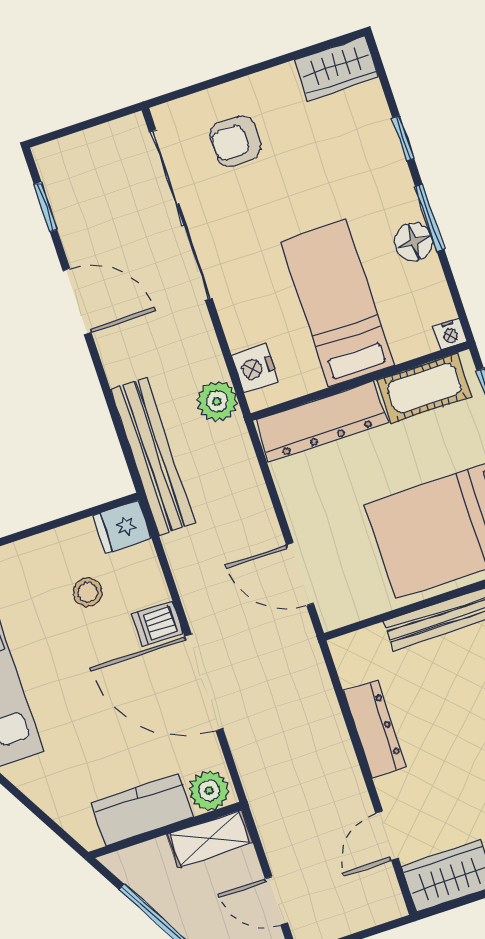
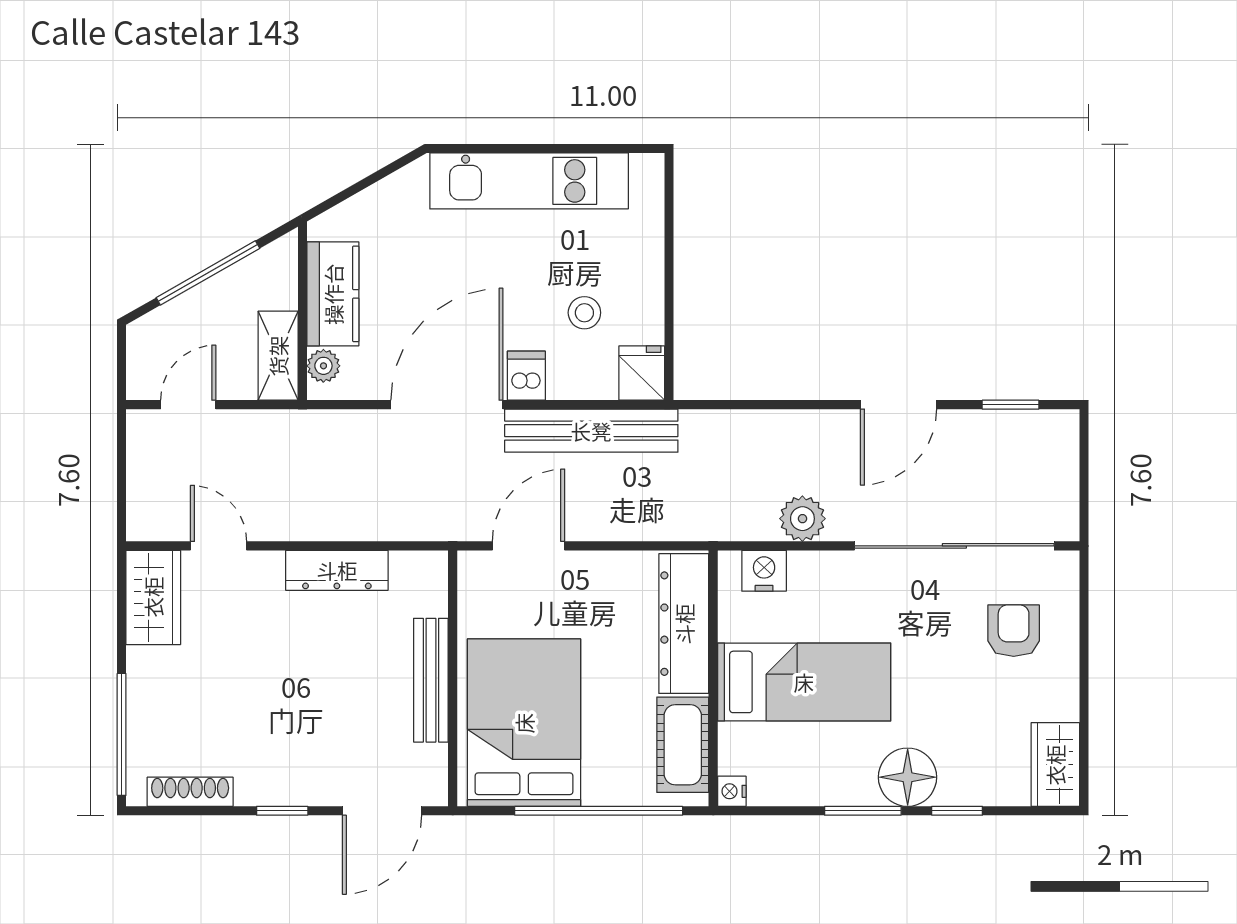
floor lamp: (414, 242) -> (908, 777), moved, width x1.38, depth x1.38
plant: (217, 401) -> (802, 519), moved
bench: (153, 456) -> (591, 431), moved
plant: (209, 791) -> (323, 366), width x0.73, depth x0.73

